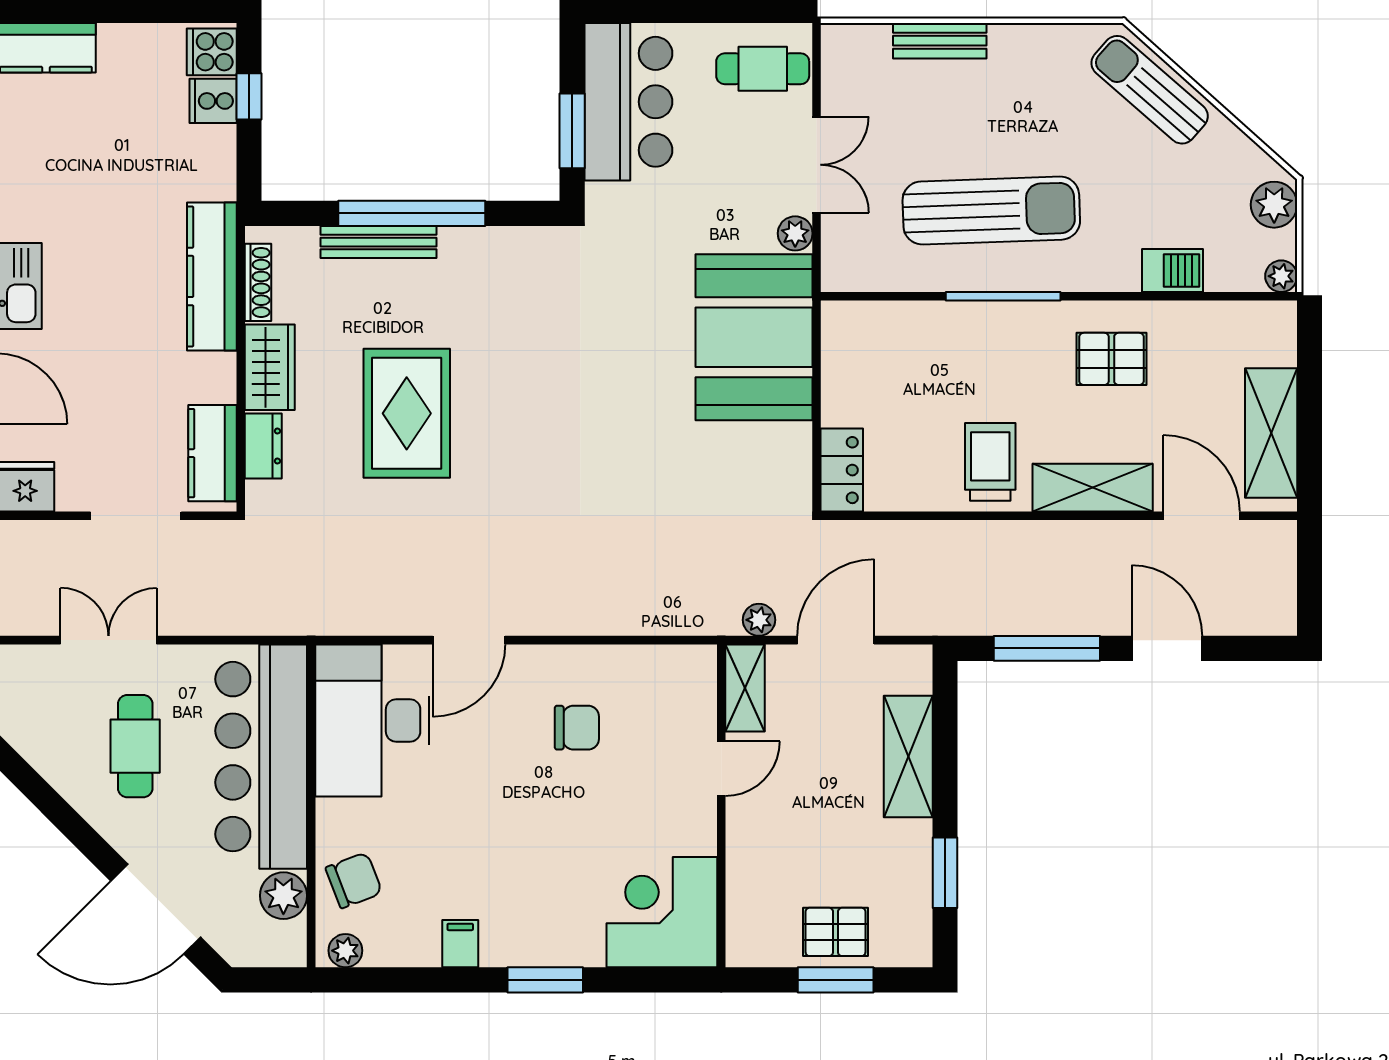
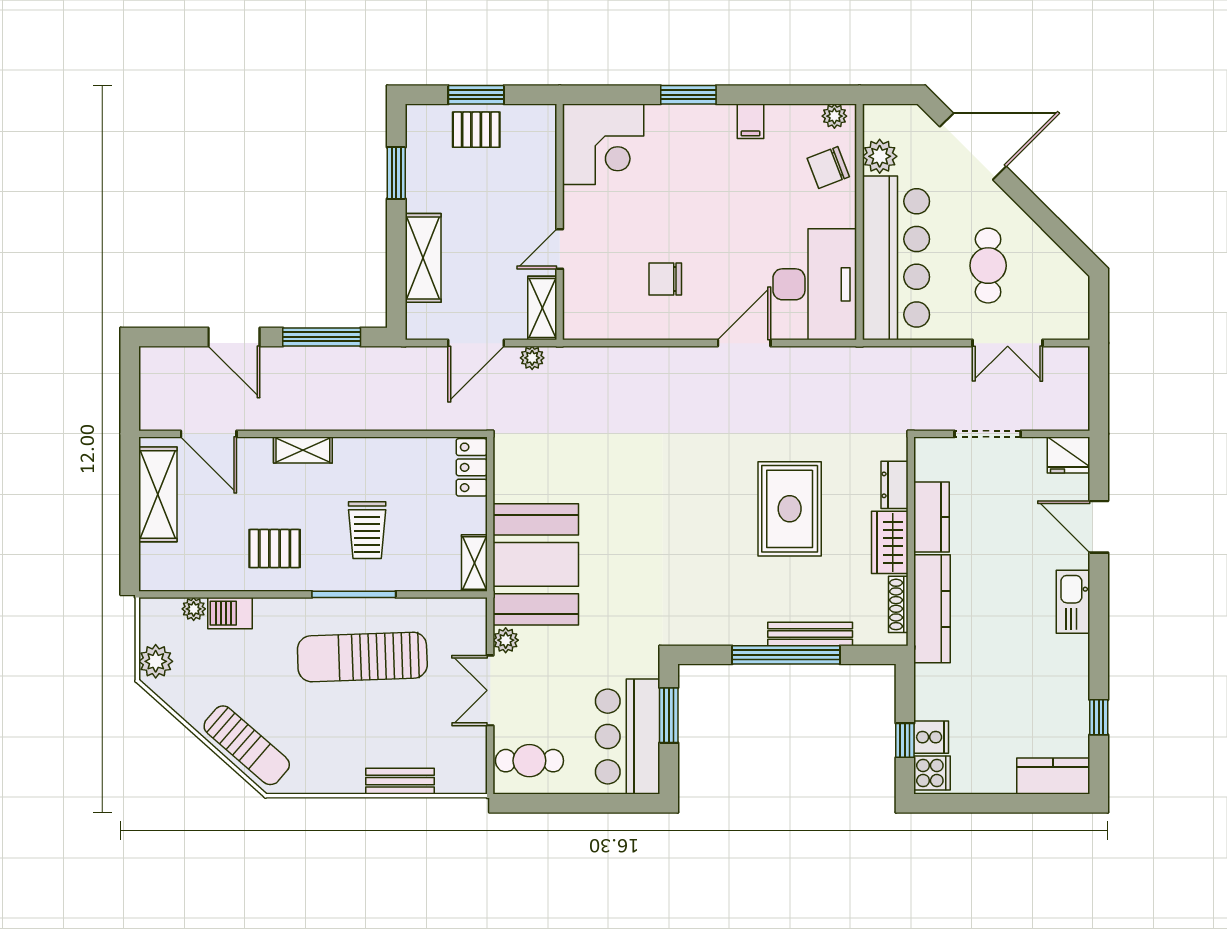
plant: (1281, 276) -> (194, 609), moved
shelving: (838, 339) -> (474, 563), added
kitchen counter: (212, 453) -> (932, 517), moved
trolley: (990, 462) -> (367, 530), moved
shelving: (1093, 488) -> (303, 450), width x0.67, depth x0.75

